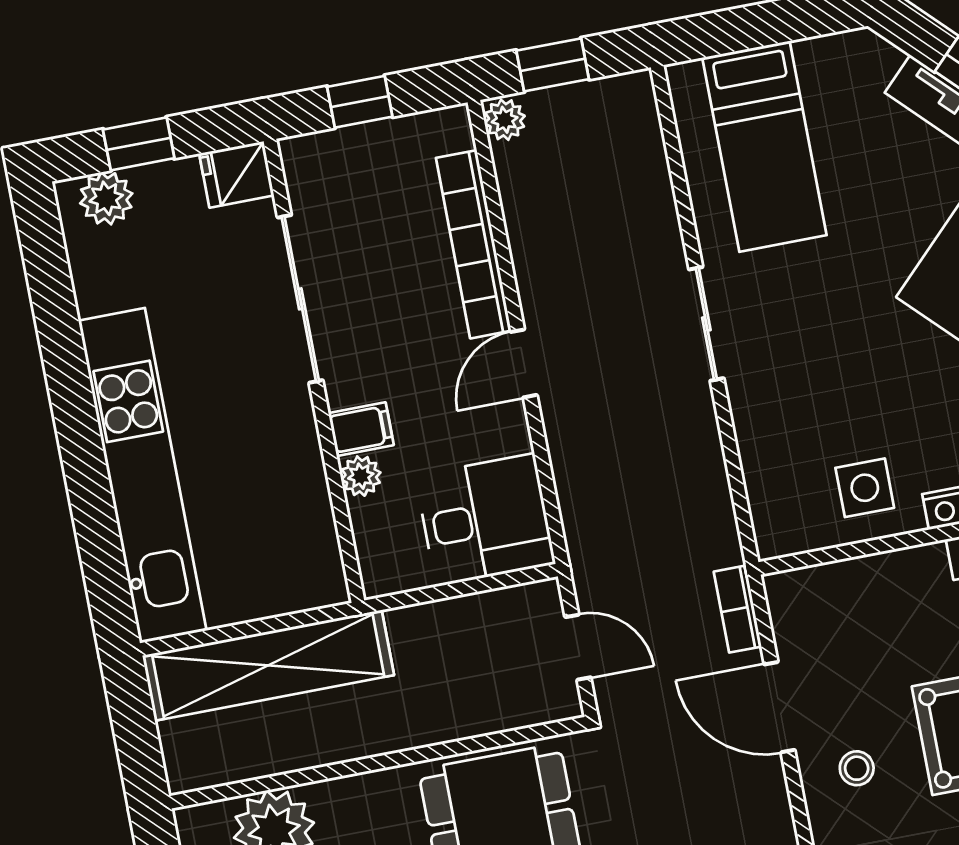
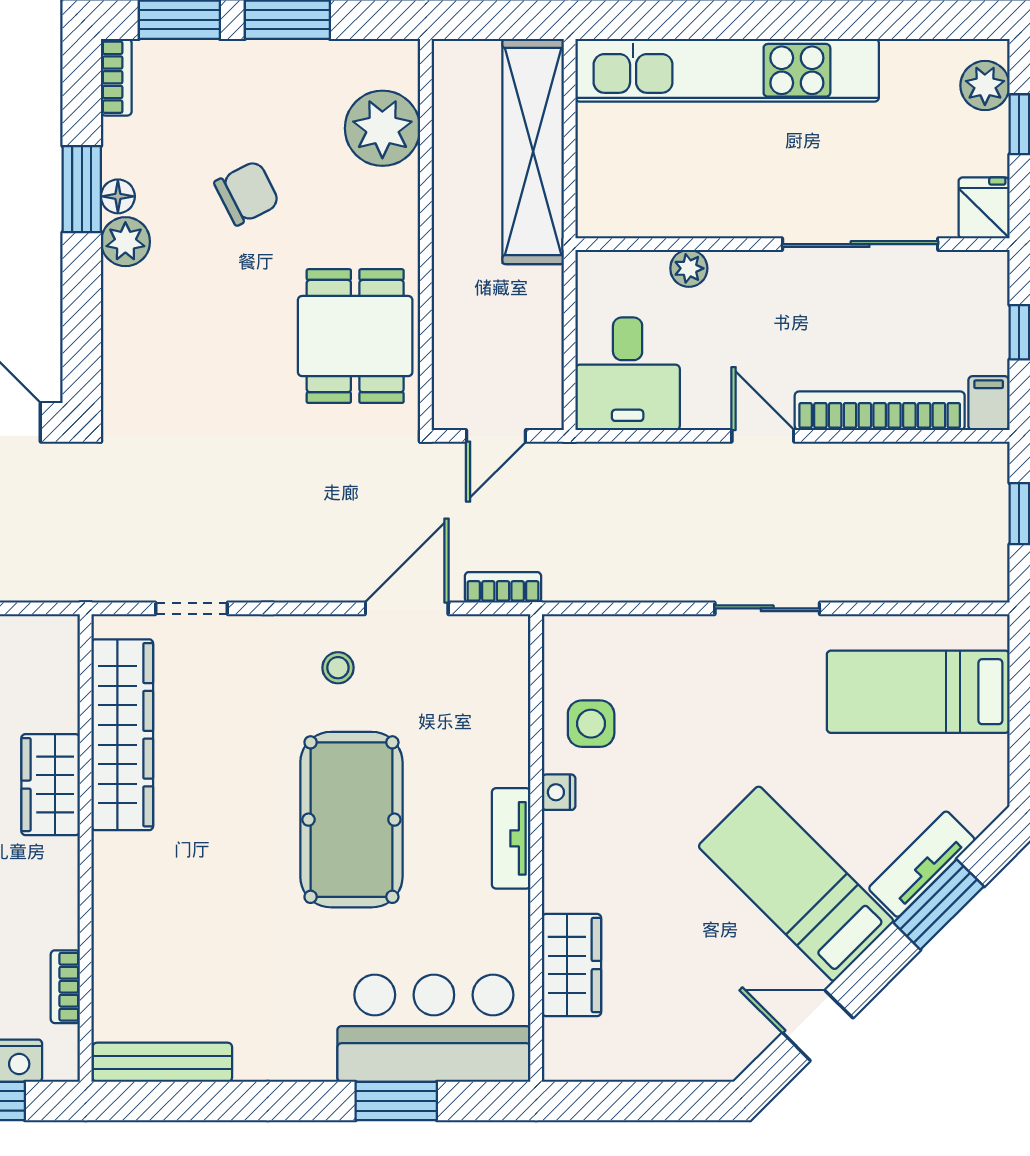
plant: (505, 120) -> (987, 461), removed
filing cabinet: (361, 429) -> (989, 403), moved, turned 180

